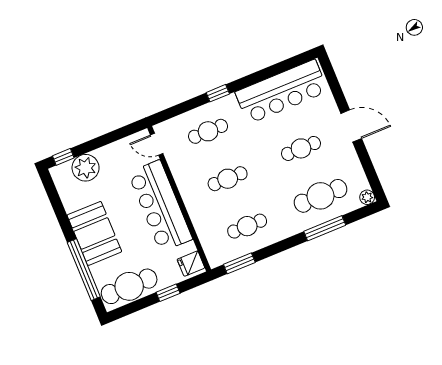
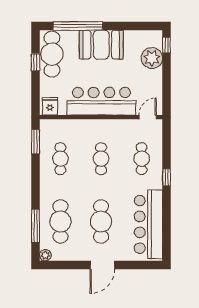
cafe table: (301, 148) -> (101, 221), width x1.37, depth x1.35
window: (325, 228) -> (36, 226), moved
window: (168, 293) -> (36, 62), moved

